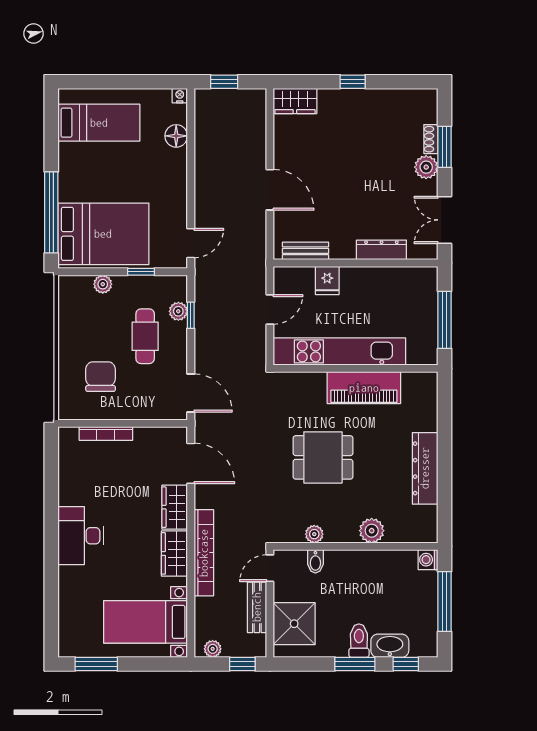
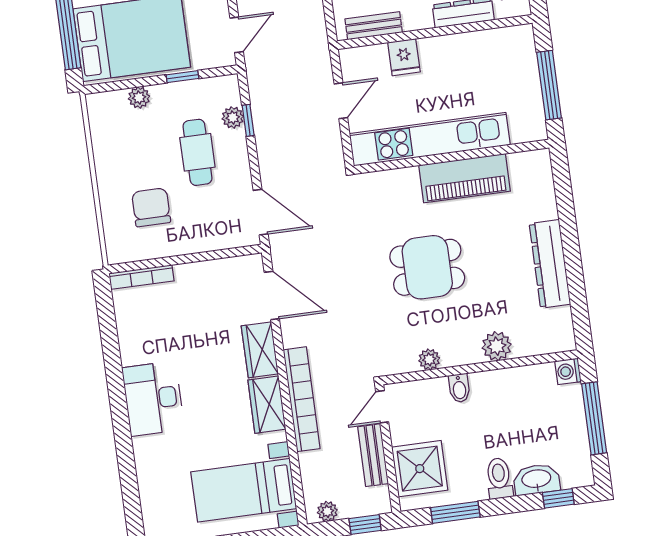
bookcase: (106, 433) -> (141, 277), moved
bidet: (315, 561) -> (459, 388), moved
window: (355, 664) -> (455, 512), moved

